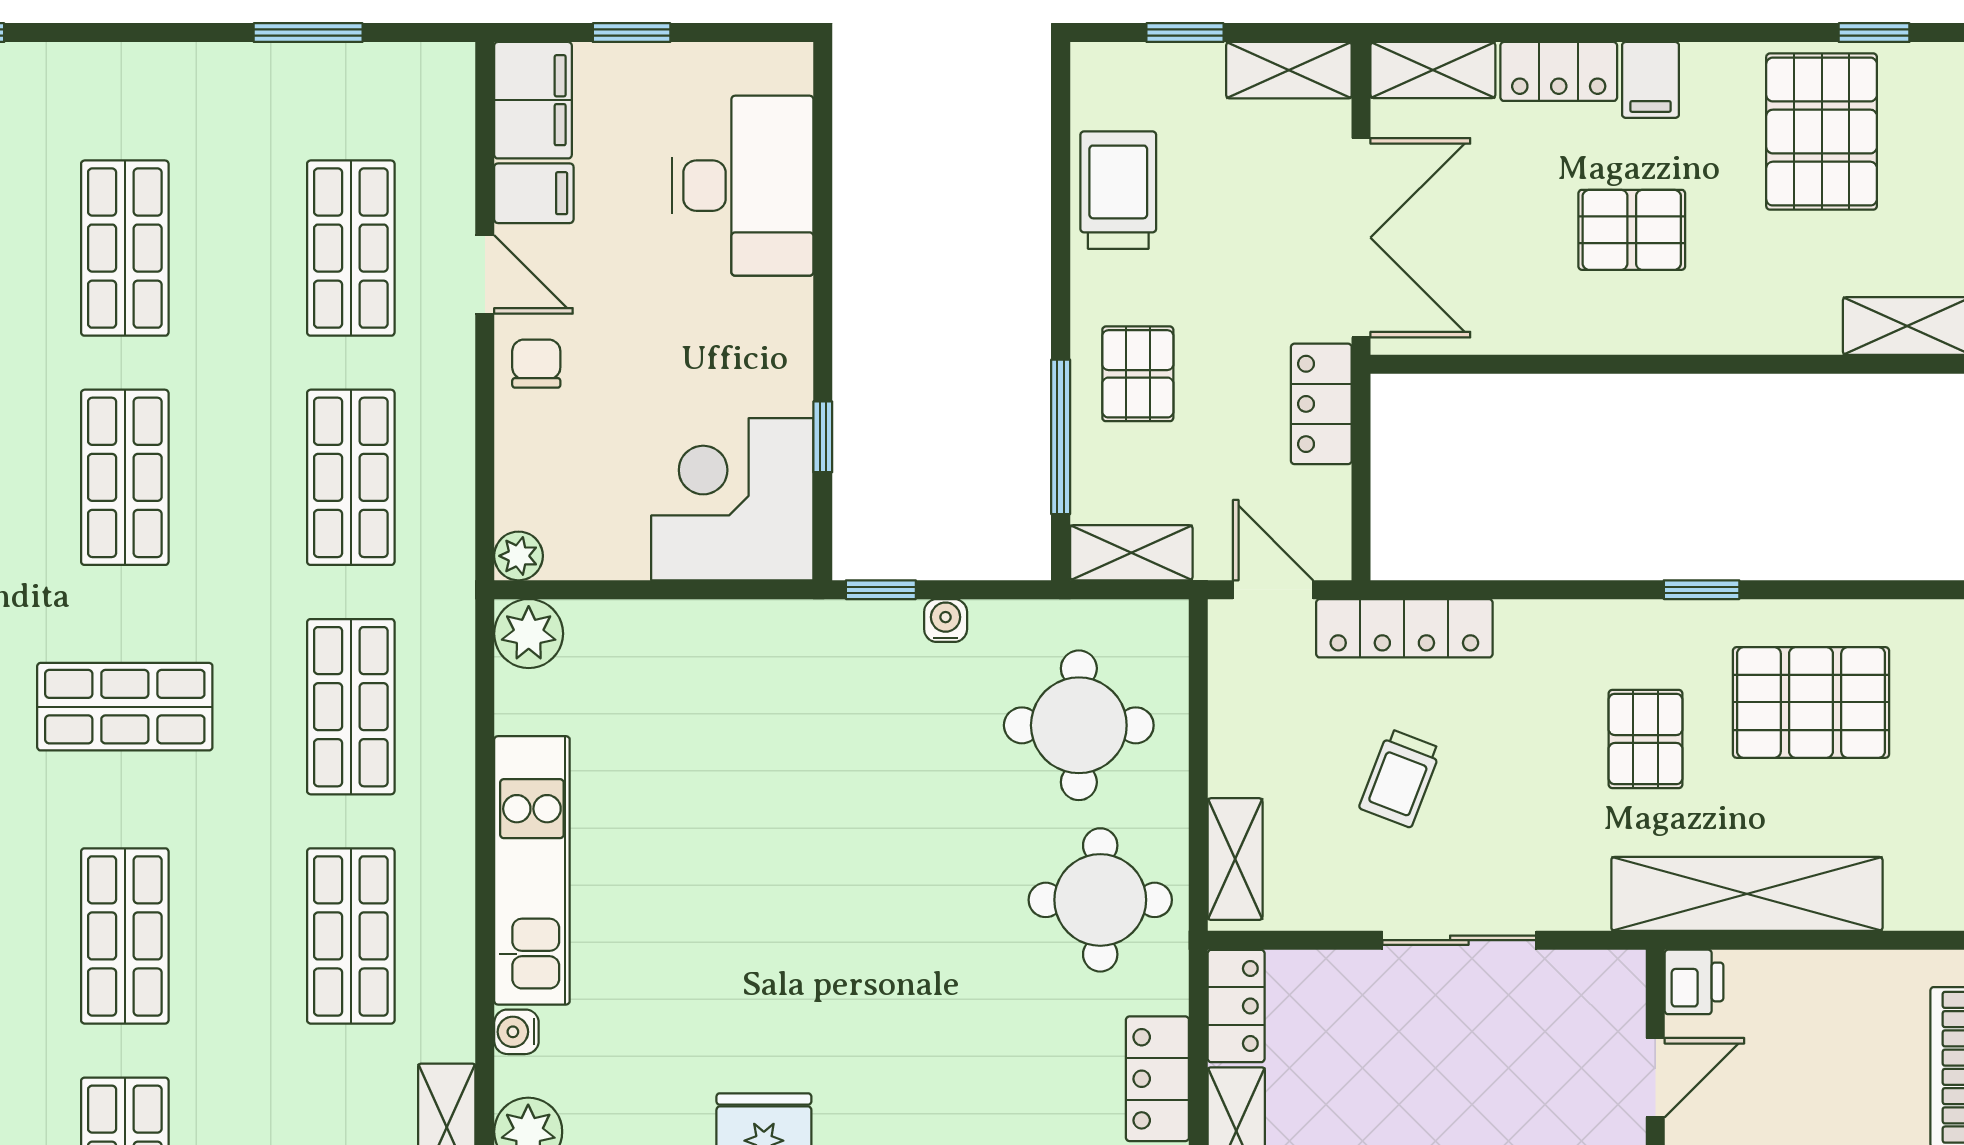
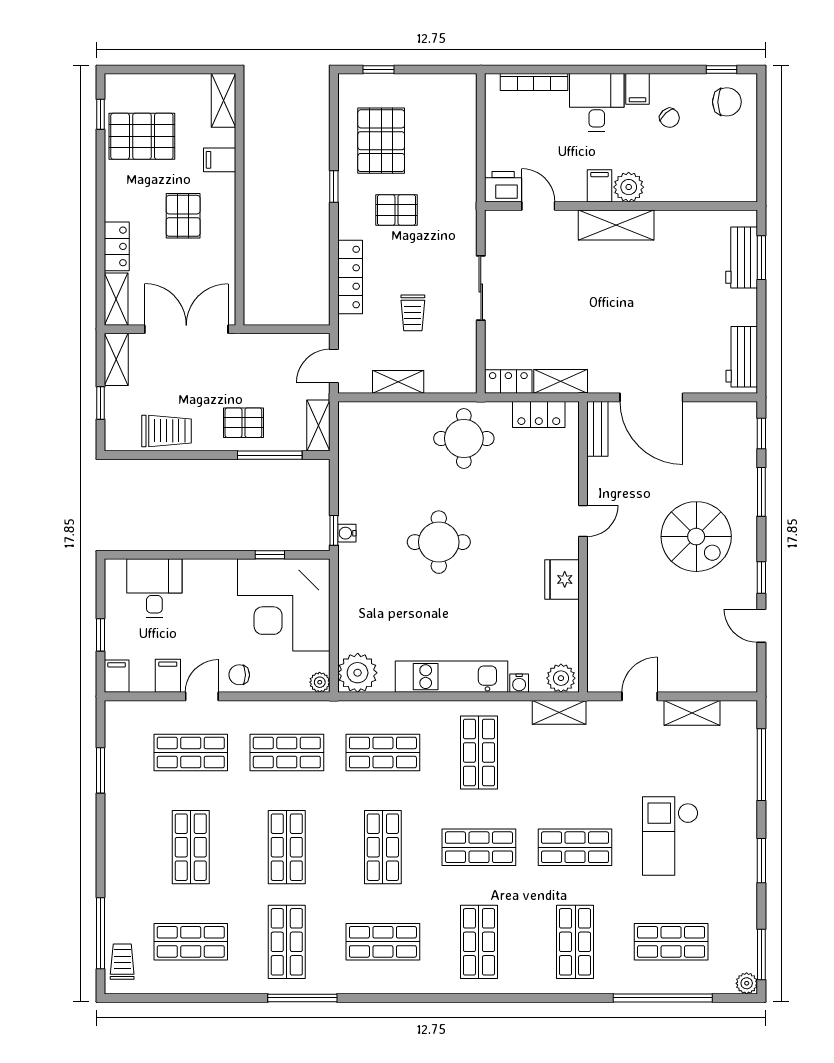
filing cabinet: (1651, 80) -> (220, 160), moved, turned 180
filing cabinet: (533, 100) -> (117, 676), width x0.50
desk: (743, 186) -> (154, 588), width x0.73
trolley: (1118, 190) -> (166, 431), turned 180
shop shelf: (125, 248) -> (191, 847), turned 90
locker: (1321, 404) -> (256, 346), removed
shop shelf: (125, 477) -> (287, 847), turned 90
corner desk: (732, 499) -> (284, 605), width x1.36, depth x1.36
water cooler: (946, 621) -> (347, 533), moved
locker: (1404, 628) -> (350, 277), moved
plant: (529, 634) -> (358, 673), width x1.36, depth x1.36
round table: (1079, 725) -> (439, 542), moved
trolley: (1400, 778) -> (413, 313), turned 69
shelving: (1235, 859) -> (398, 382), moved
shelving: (1747, 894) -> (461, 168), removed
shop shelf: (351, 936) -> (479, 752), turned 90
printer: (1694, 982) -> (503, 187), width x1.36, depth x1.24

